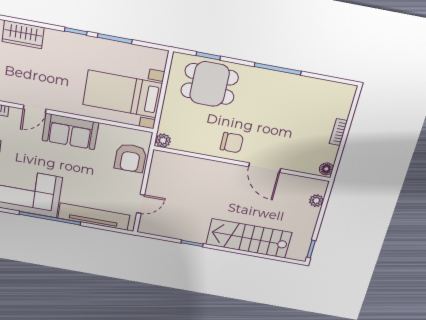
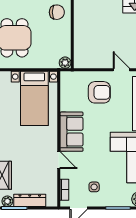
chair: (232, 143) -> (57, 12), turned 90
armchair: (130, 158) -> (99, 92), moved

